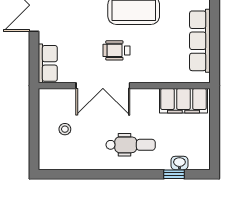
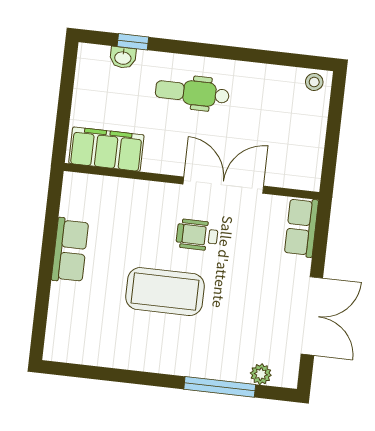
row of seats: (200, 41) -> (70, 250), width x0.68
wheelchair: (117, 50) -> (197, 235), turned 180
stool: (65, 129) -> (314, 82), moved

